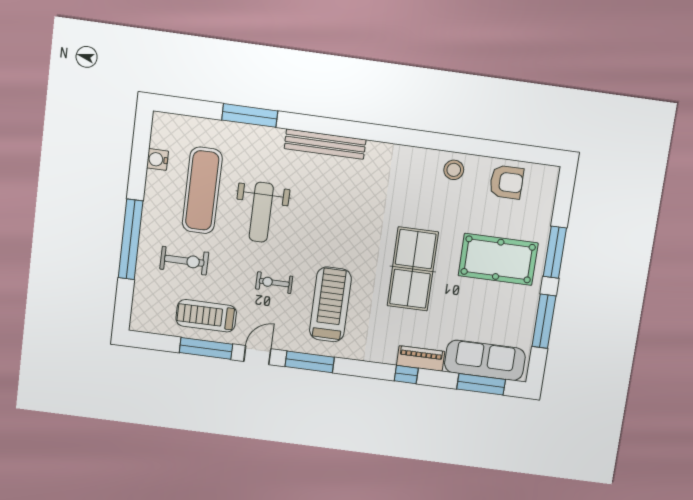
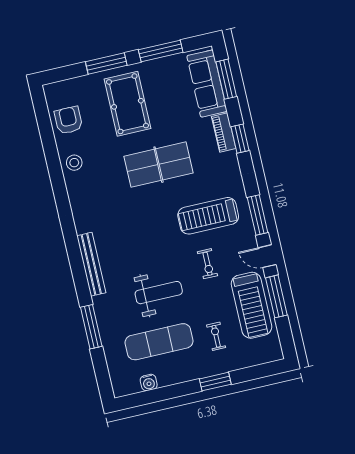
window: (131, 239) -> (215, 382), width x0.47
exercise bike: (184, 261) -> (216, 336), width x0.73, depth x0.72
treadmill: (206, 316) -> (251, 305), width x1.37, depth x1.38
window: (406, 375) -> (240, 139), width x1.50

